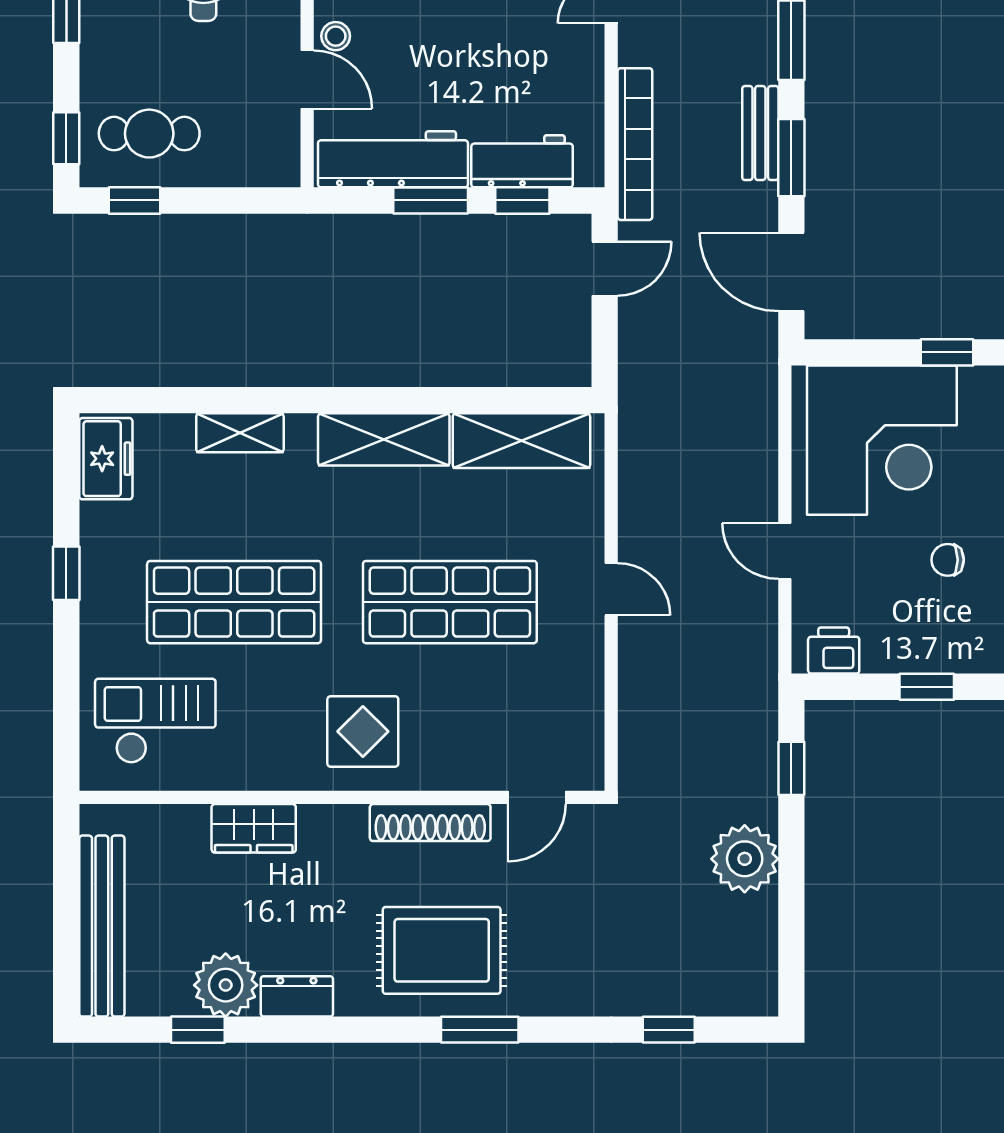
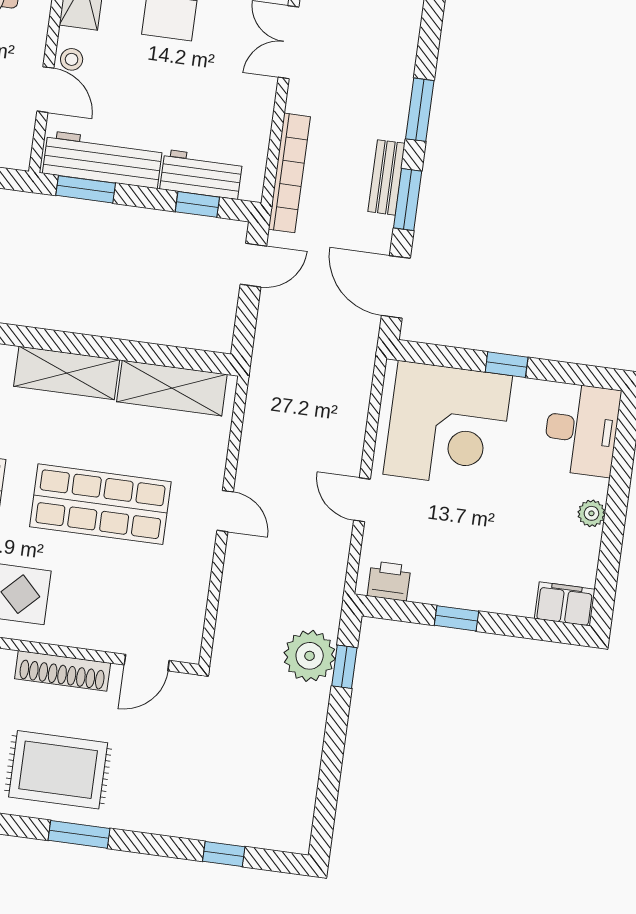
window: (431, 200) -> (86, 189), moved
chair: (948, 560) -> (486, 523), removed
plant: (745, 859) -> (310, 656), moved

